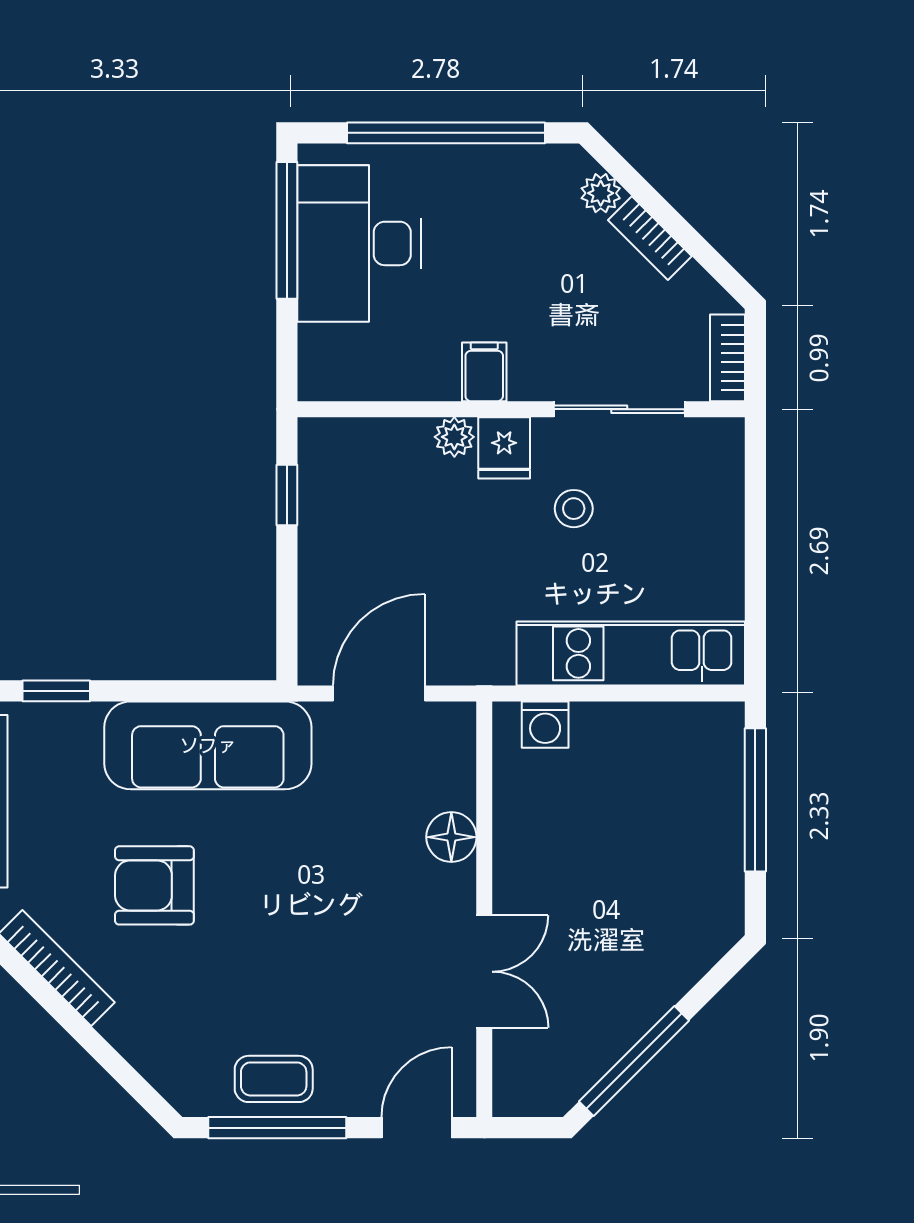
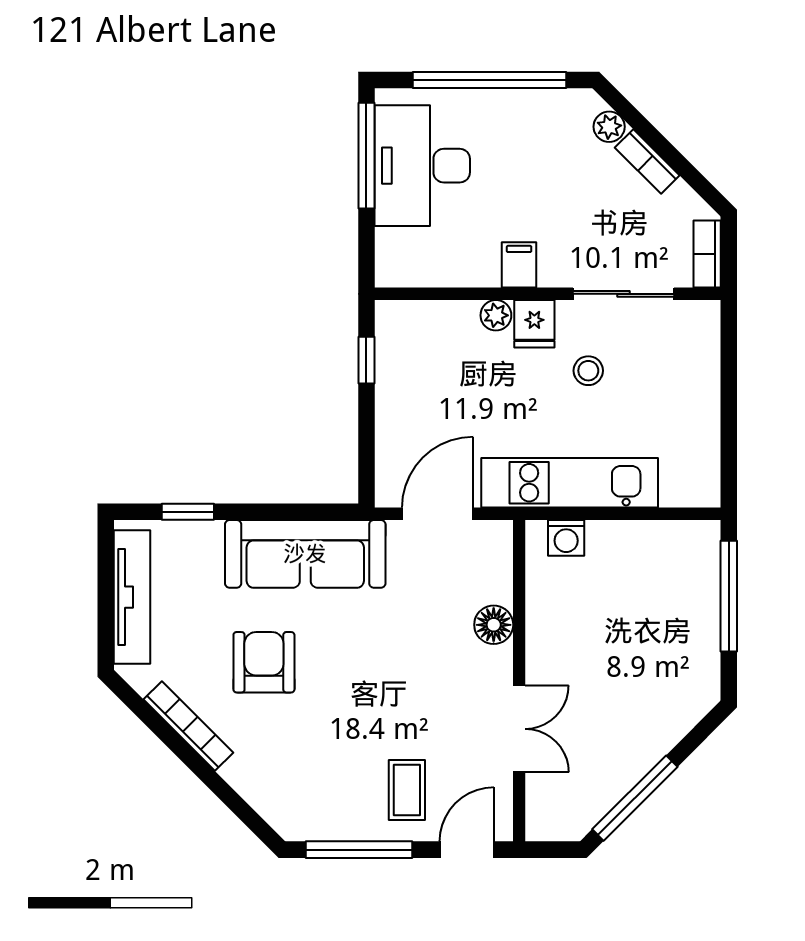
kitchen unit: (631, 653) -> (570, 483), moved
armchair: (154, 885) -> (264, 662), turned 90
coffee table: (274, 1079) -> (407, 790), moved, turned 90

